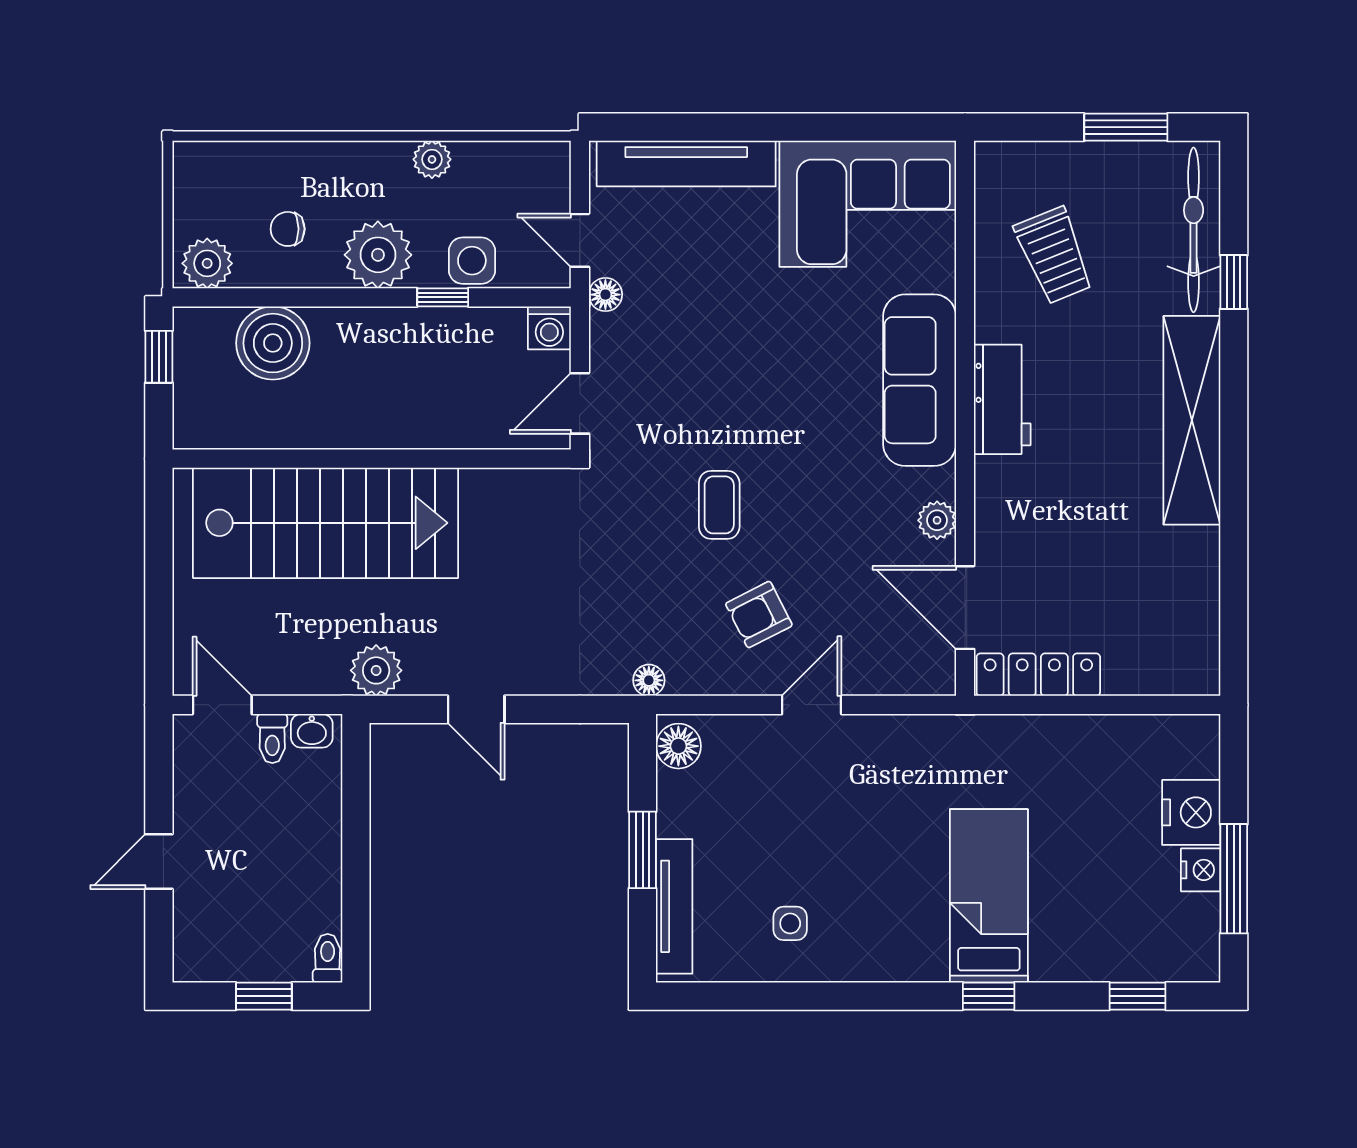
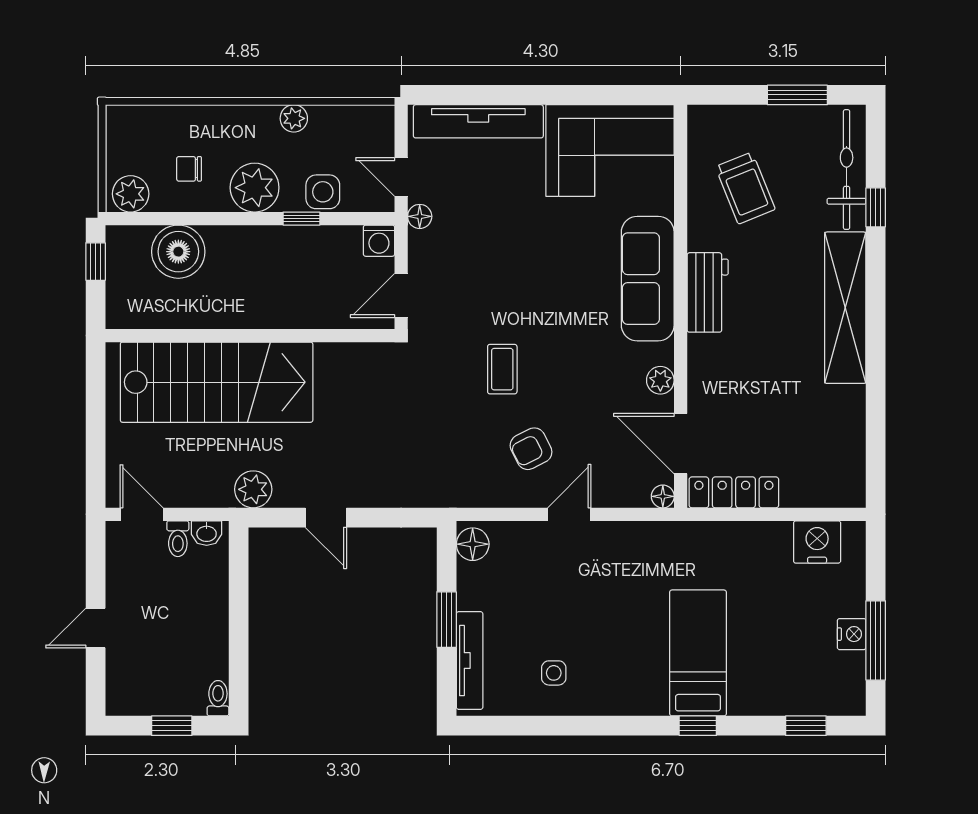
floor lamp: (649, 680) -> (663, 496), moved
nightstand: (1191, 812) -> (817, 542), moved, turned -90

